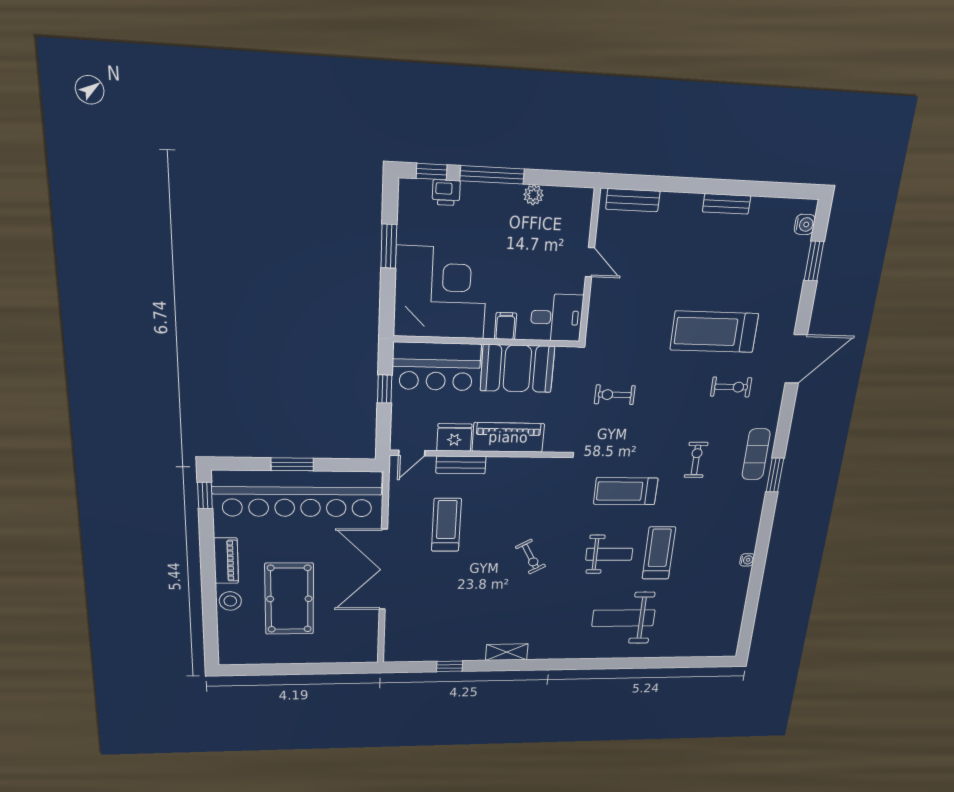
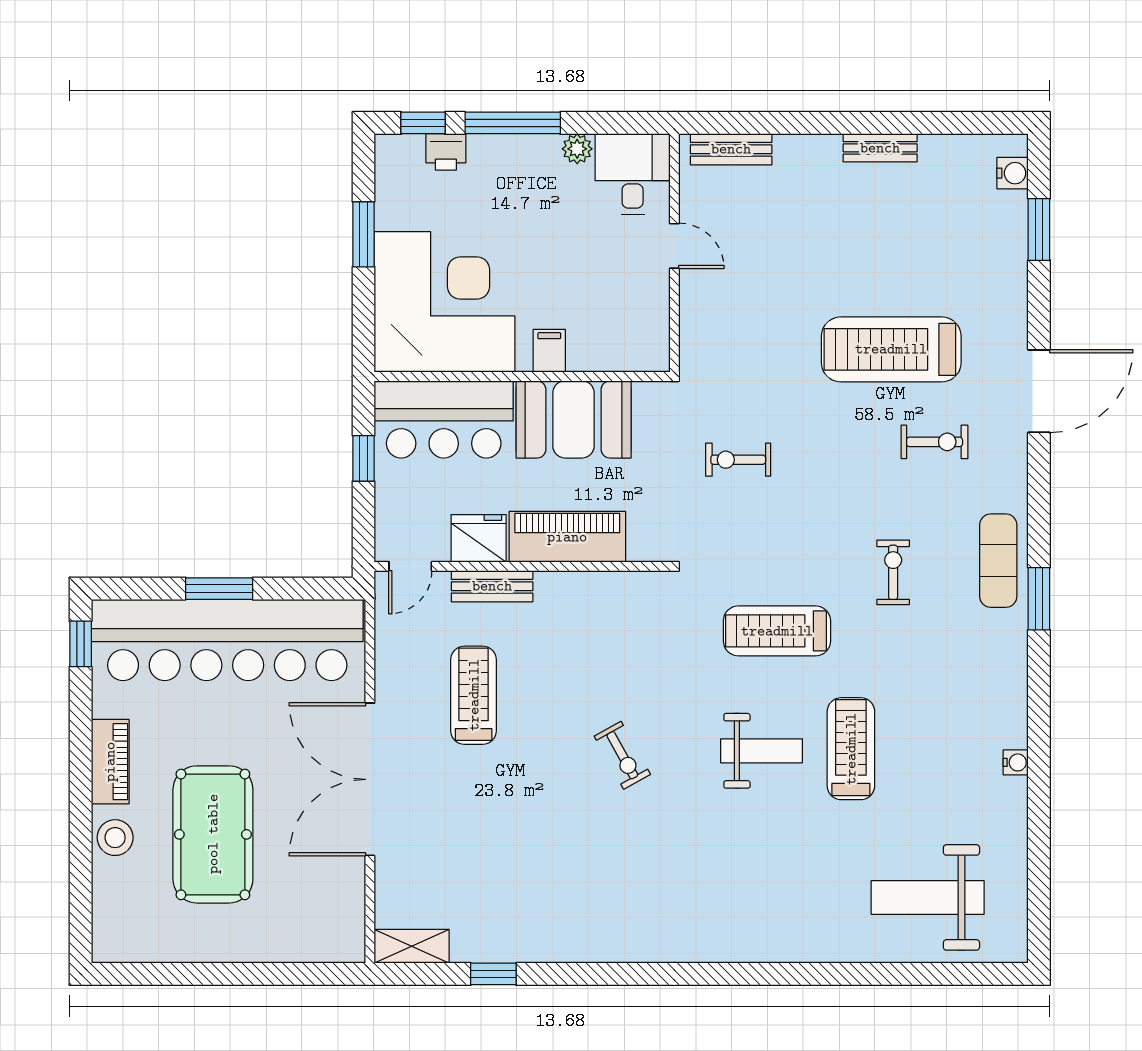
desk: (557, 318) -> (633, 174), moved, turned -90
weight bench: (623, 618) -> (928, 897), moved
shelving: (507, 652) -> (412, 946), moved

